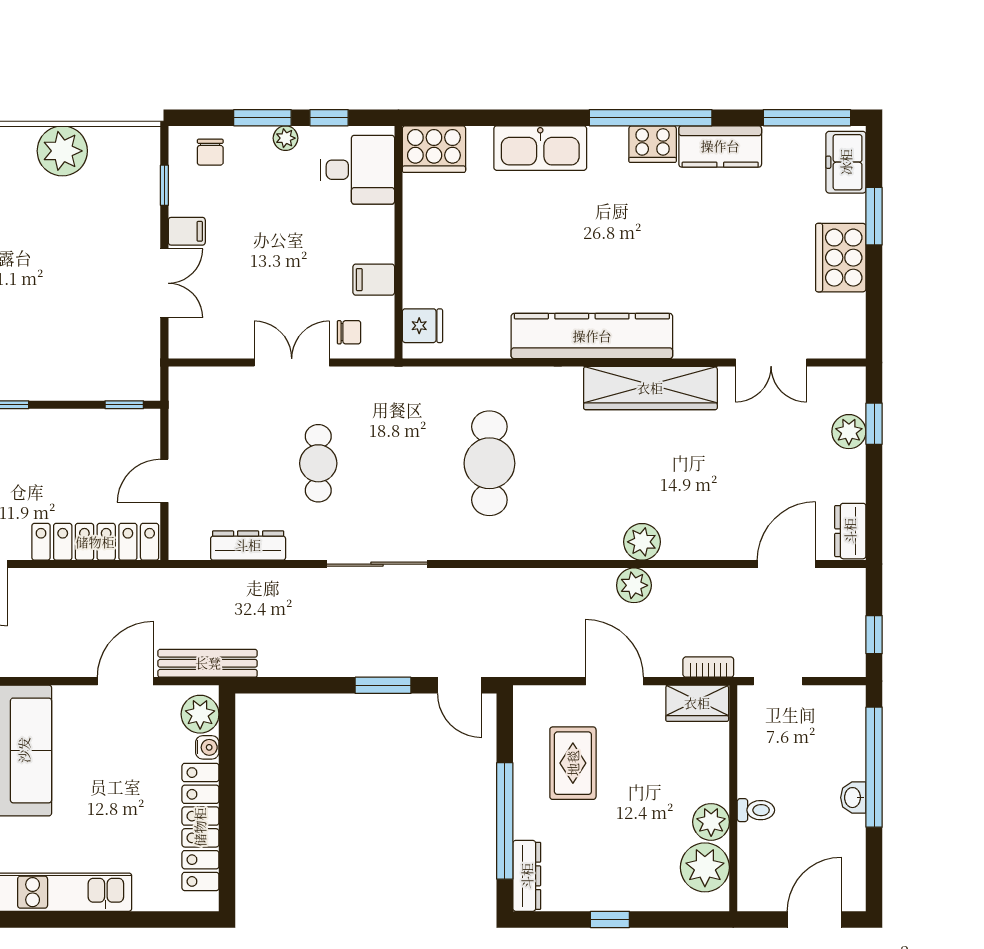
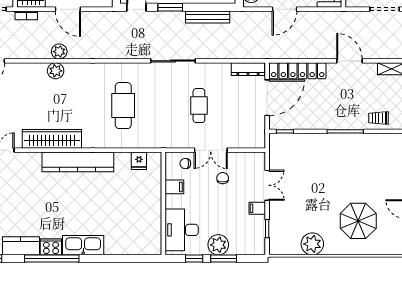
plant: (286, 138) -> (218, 245), width x1.88, depth x1.88
kitchen sink: (540, 148) -> (83, 245), moved
cooker: (434, 149) -> (148, 245), removed
chair: (210, 152) -> (223, 178), moved
desk: (357, 170) -> (182, 230), width x1.37
double door: (164, 283) -> (267, 185), swing flipped
fridge: (422, 326) -> (139, 161), moved, turned -90
door: (164, 481) -> (267, 98), width x1.87
dresser: (248, 545) -> (248, 69), moved
bench: (208, 663) -> (208, 17), moved

